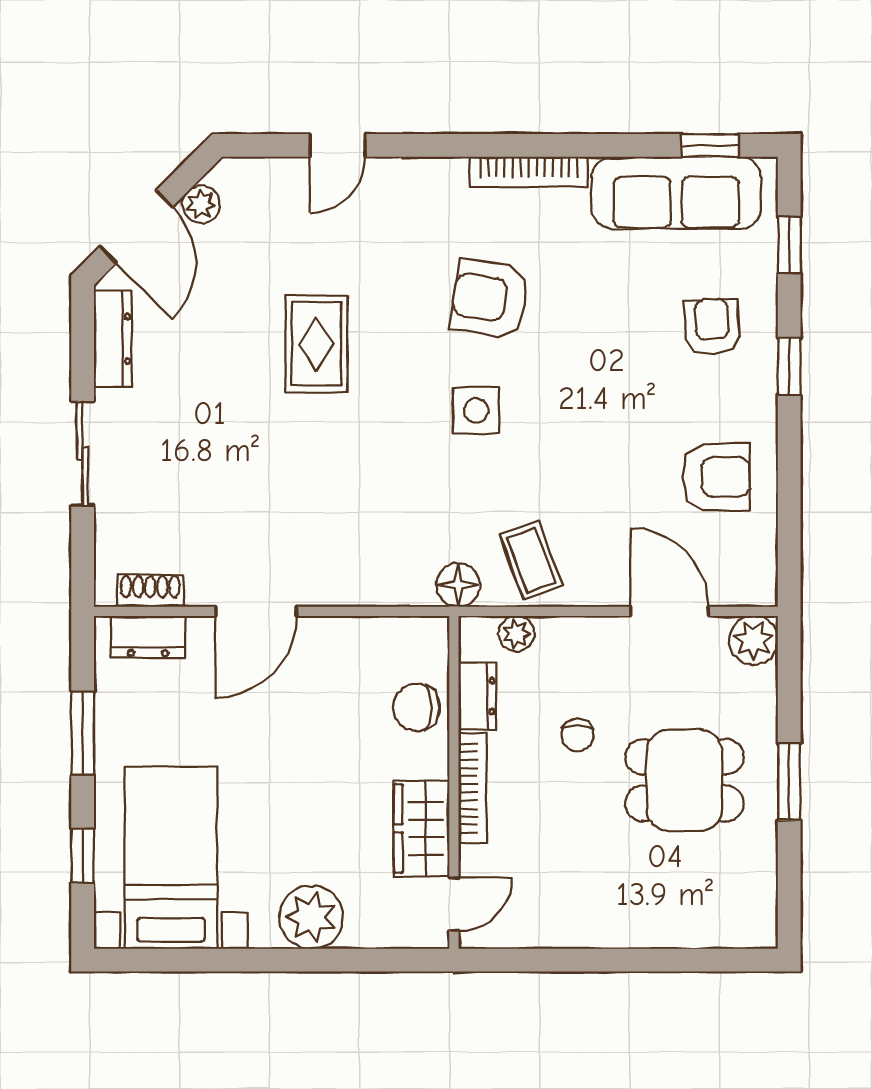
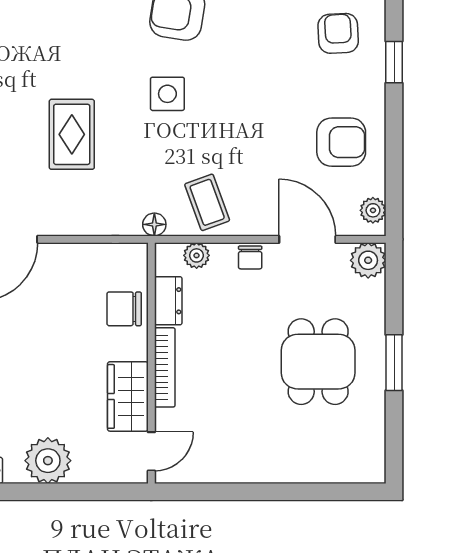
rug: (316, 344) -> (72, 134), moved
plant: (760, 571) -> (373, 210), added
floor lamp: (458, 585) -> (154, 224), width x0.73, depth x0.73
chair: (577, 735) -> (250, 257), moved
dining table: (684, 780) -> (318, 362), turned 90

